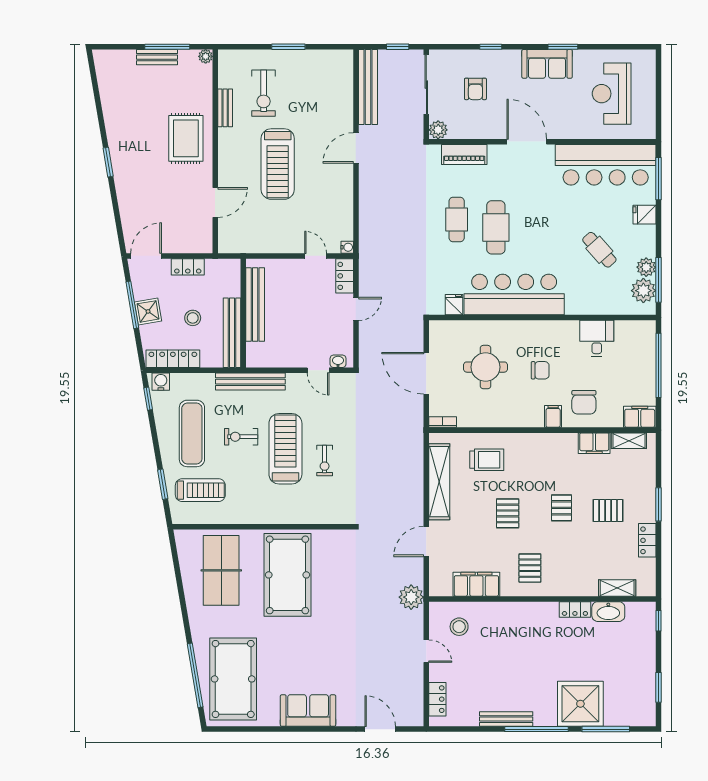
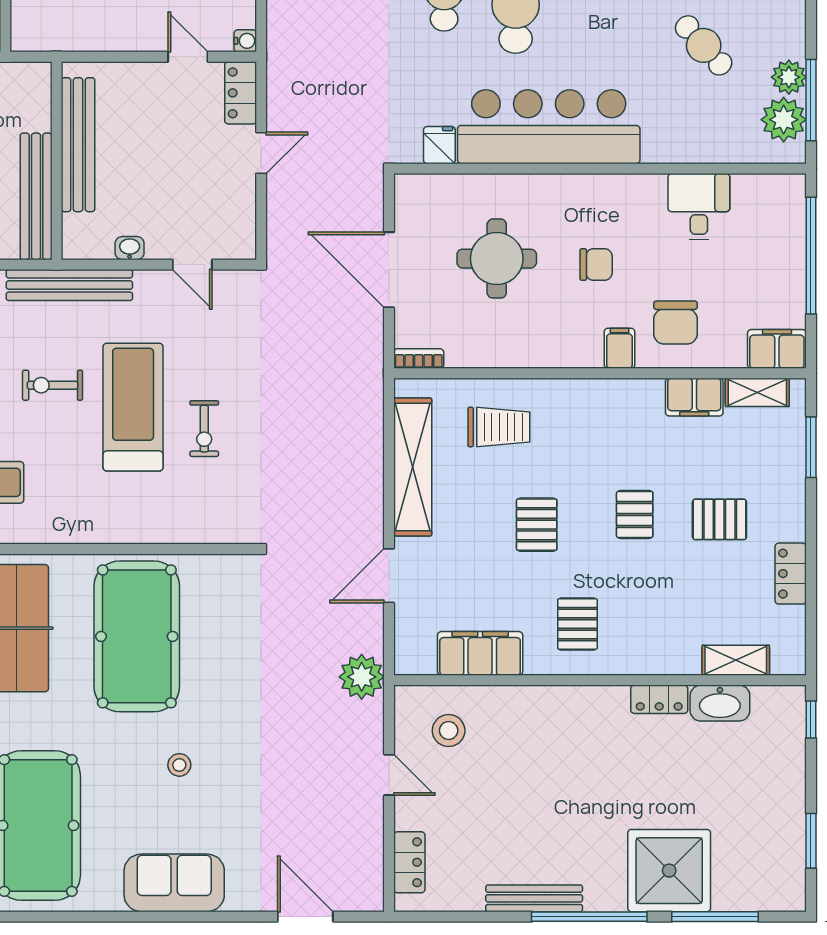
washbasin: (338, 361) -> (130, 248), moved
window: (658, 504) -> (811, 447), moved
stool: (311, 646) -> (179, 765), added

